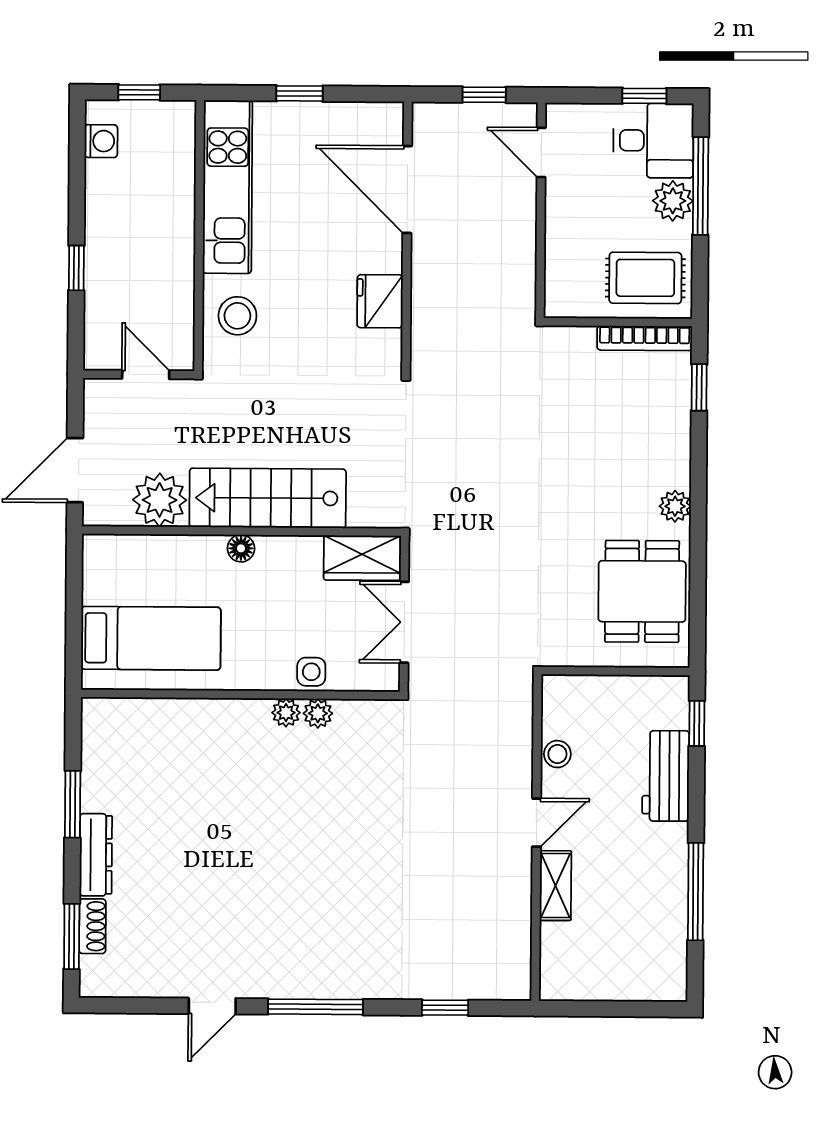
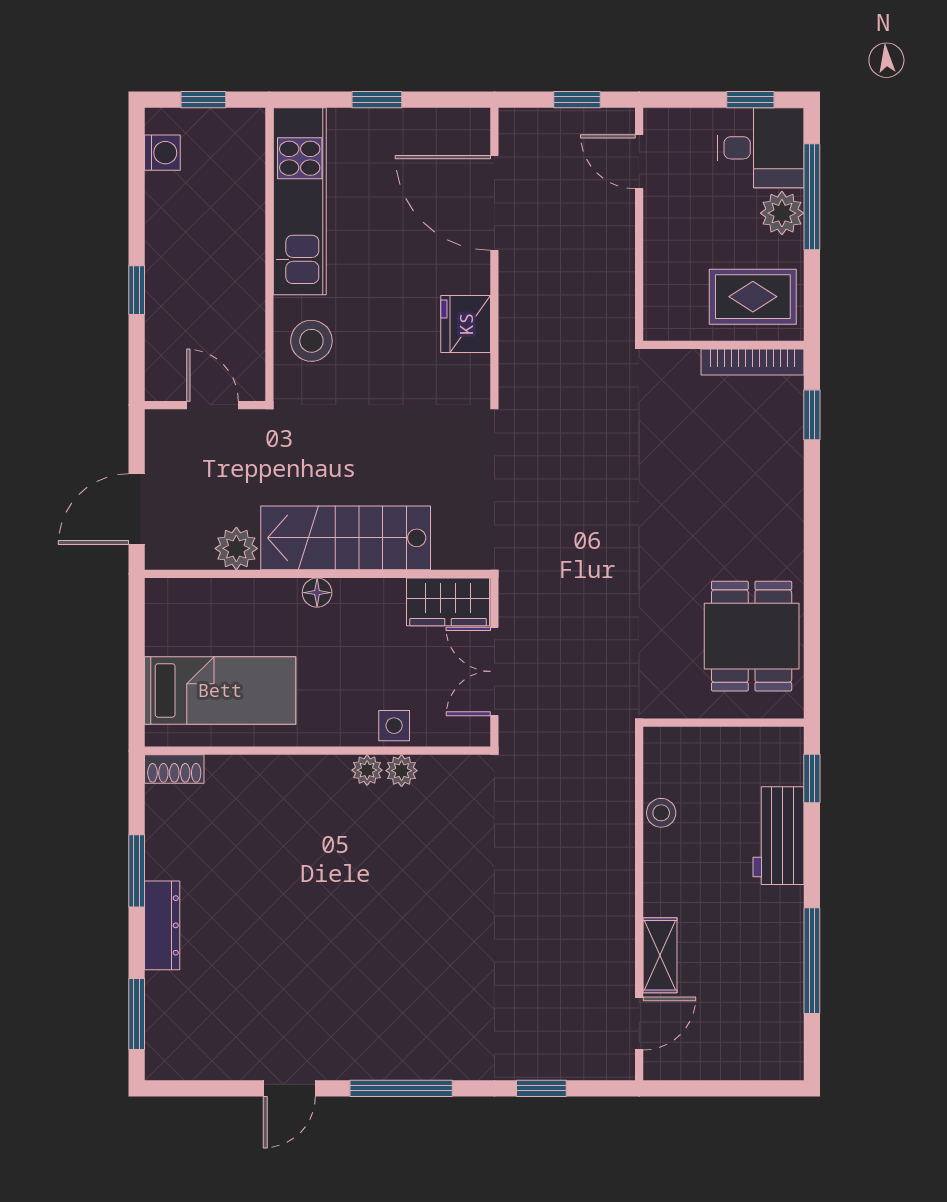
plant: (160, 500) -> (236, 548), width x0.73, depth x0.73
plant: (675, 506) -> (787, 544), removed
door: (536, 823) -> (639, 1023), moved
shoe rack: (92, 926) -> (174, 769), moved, turned 90

